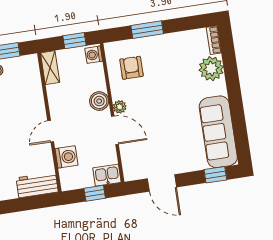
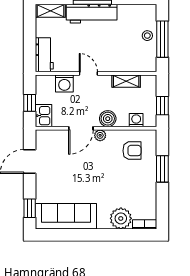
washing machine: (94, 55) -> (136, 120), moved
shelving: (50, 68) -> (126, 81), moved

